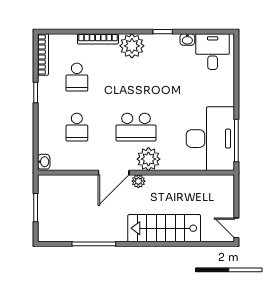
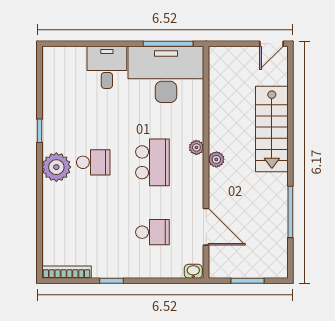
bookcase: (98, 39) -> (48, 207), removed
washbasin: (187, 40) -> (49, 102), removed
desk: (213, 52) -> (107, 67), moved, turned 90
school desk: (77, 77) -> (93, 162), moved
plant: (148, 159) -> (196, 147), width x0.53, depth x0.53
door: (114, 173) -> (206, 227), moved

